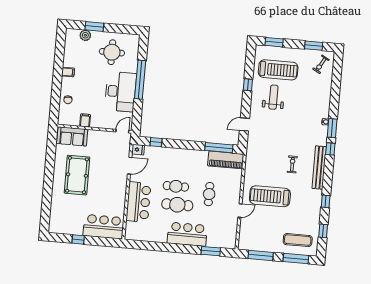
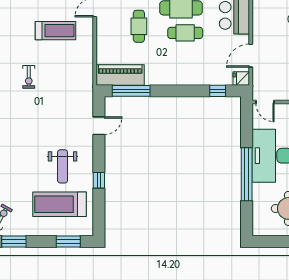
door: (122, 131) -> (265, 102), hinge flipped
treadmill: (270, 196) -> (55, 31), width x0.73, depth x0.73

